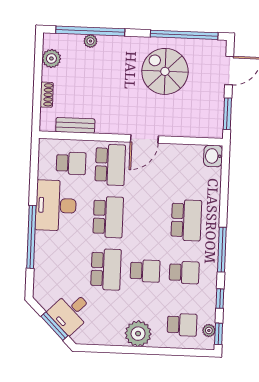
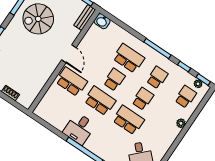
bench: (75, 125) -> (85, 17), moved
school desk: (71, 163) -> (114, 80), moved
desk: (56, 205) -> (79, 129), width x0.73
plant: (138, 334) -> (181, 123), width x0.53, depth x0.53

